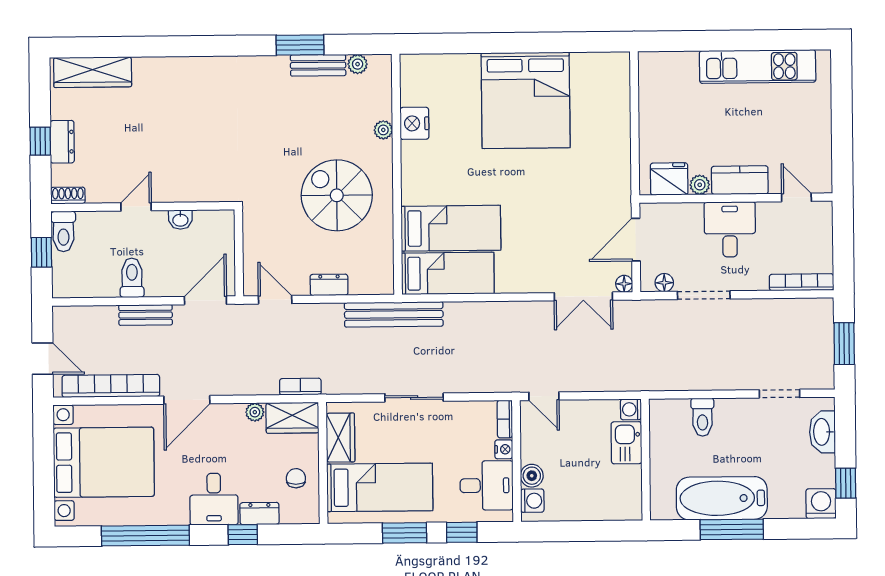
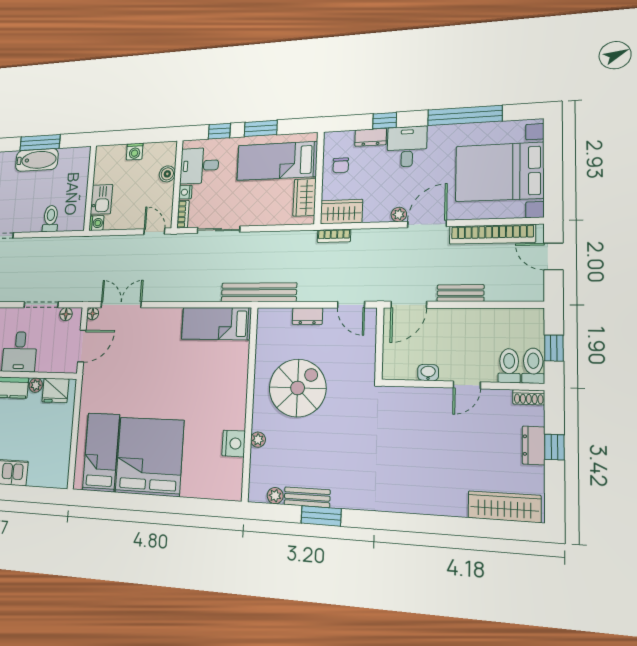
spiral stairs: (337, 195) -> (298, 388), turned -90
bed: (451, 228) -> (101, 452), moved, turned 90
toilet: (132, 278) -> (509, 366), moved, turned 180
sliding door: (414, 398) -> (218, 230), moved
plant: (255, 412) -> (399, 214), moved
bathtub: (722, 498) -> (37, 160), width x0.73, depth x0.73
washing machine: (532, 501) -> (135, 152), moved, turned -90

